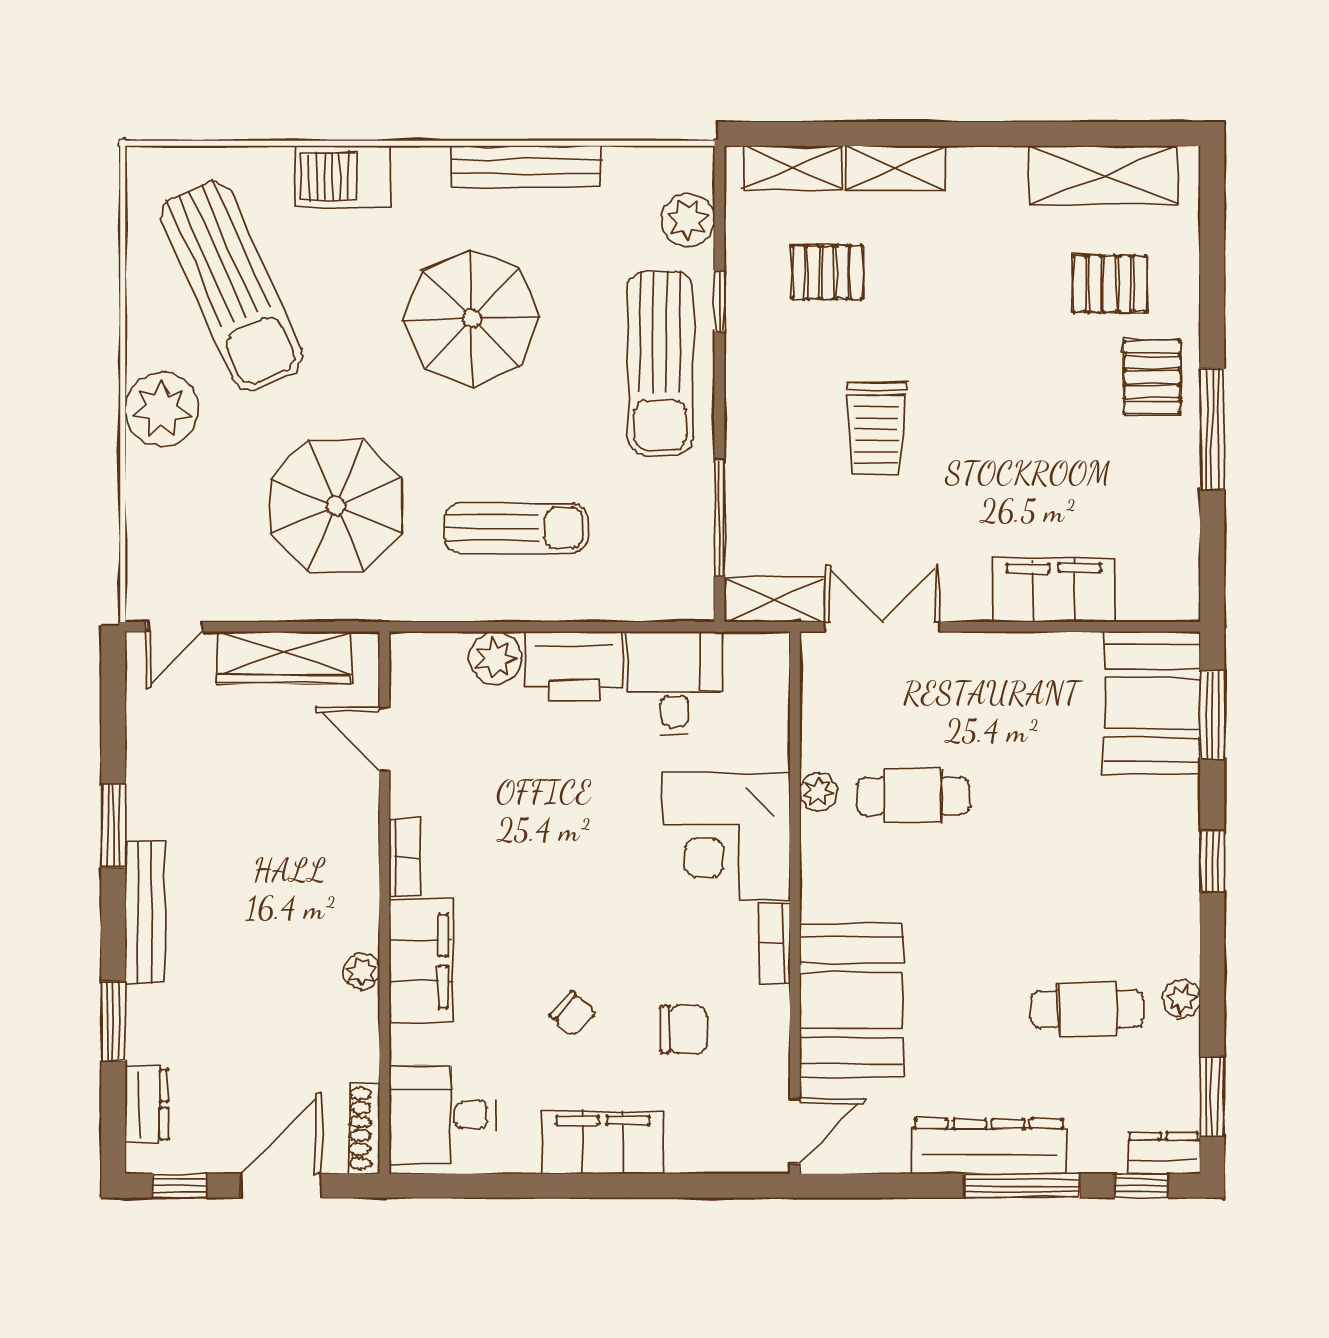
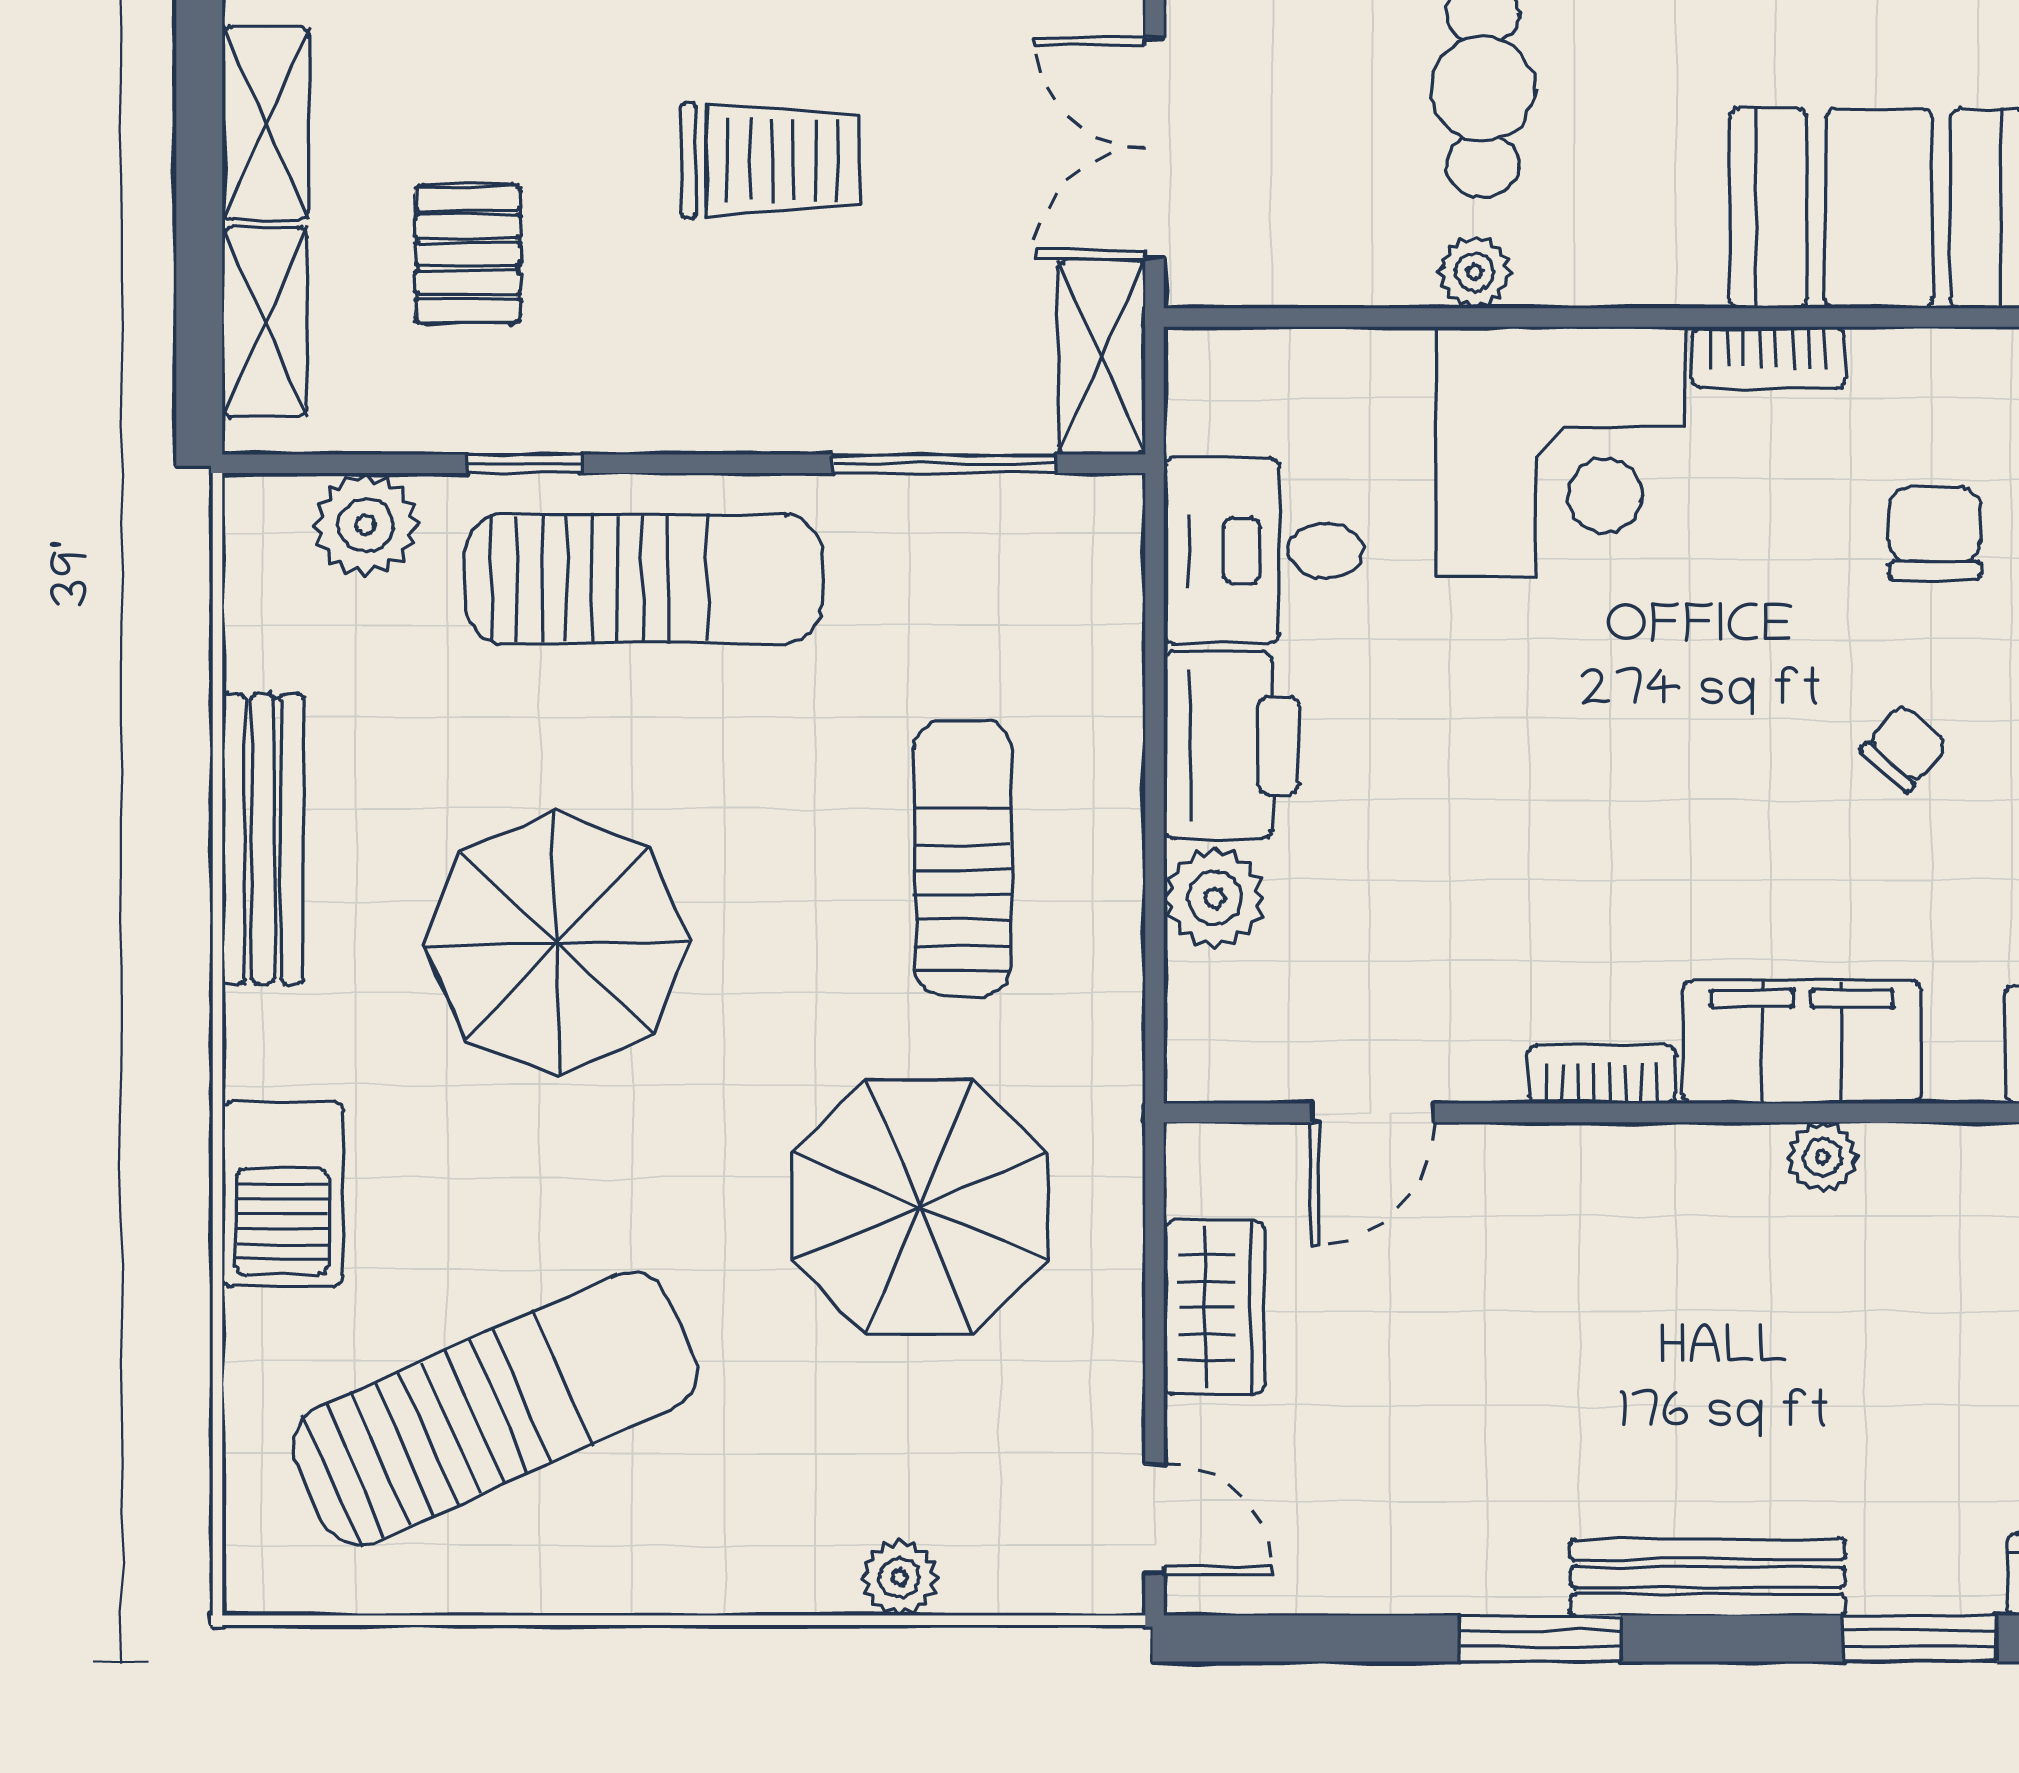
plant: (162, 409) -> (900, 1578), moved, width x0.53, depth x0.53
wardrobe: (284, 657) -> (1214, 1307), width x0.67

